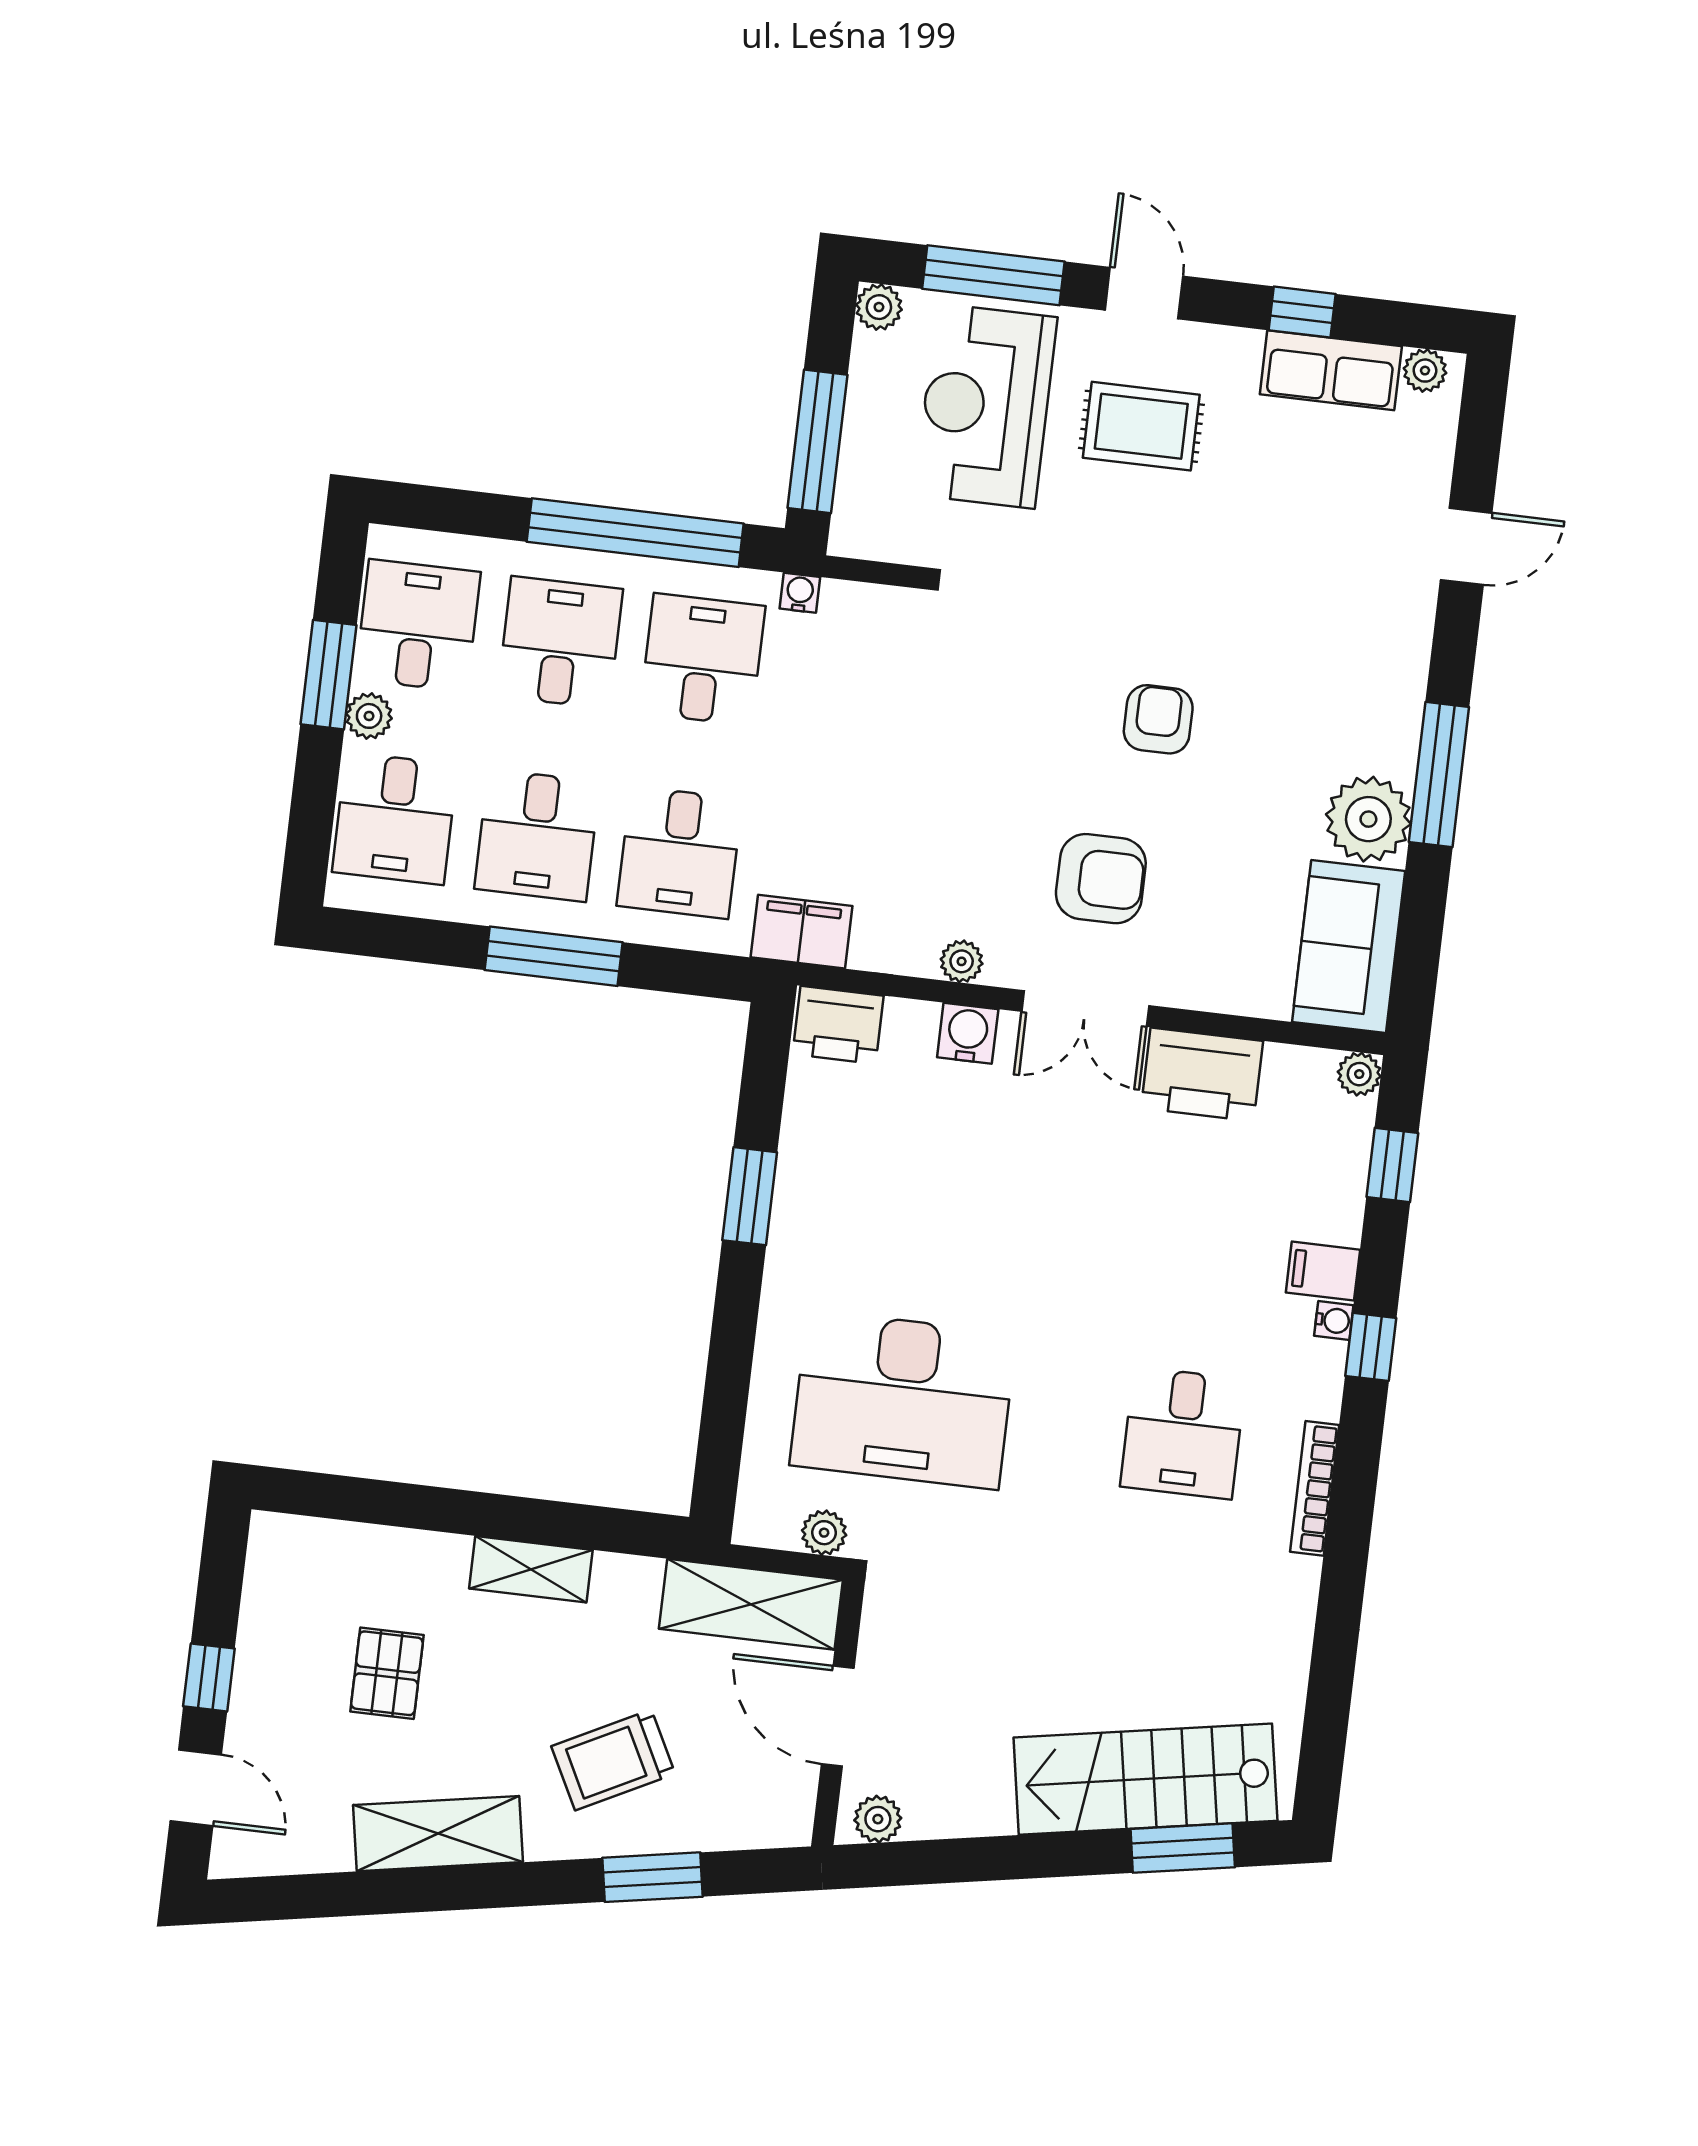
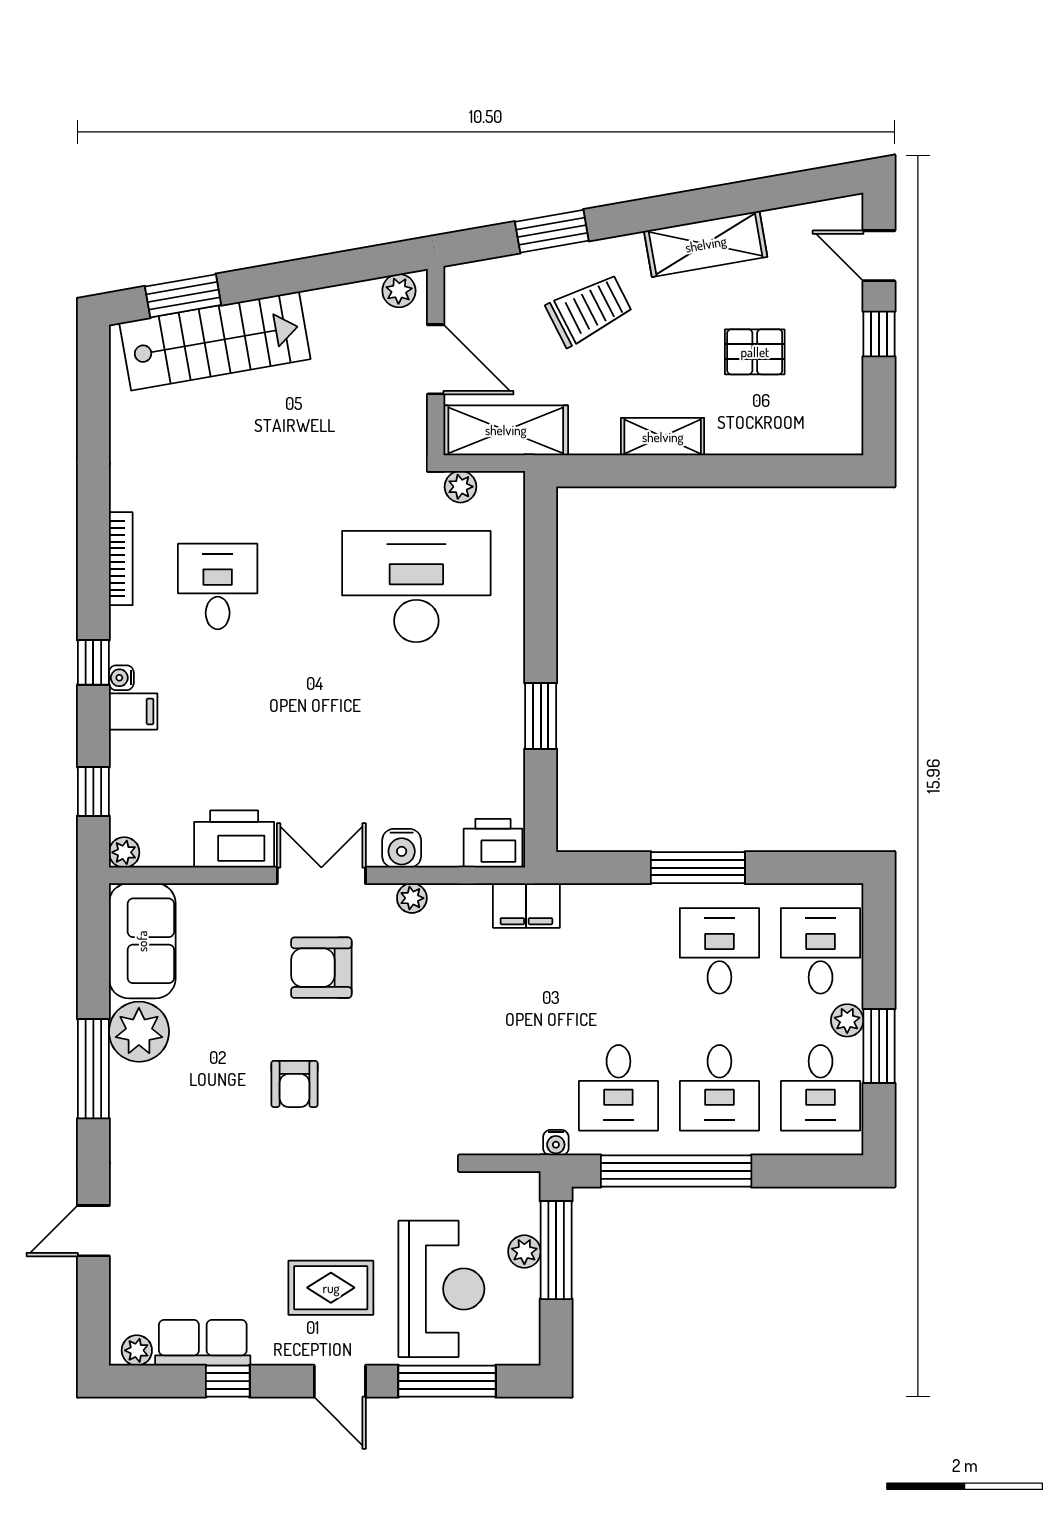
plant: (879, 307) -> (524, 1252), moved
desk: (679, 852) -> (618, 951), removed
pallet: (387, 1673) -> (755, 352), turned 90

